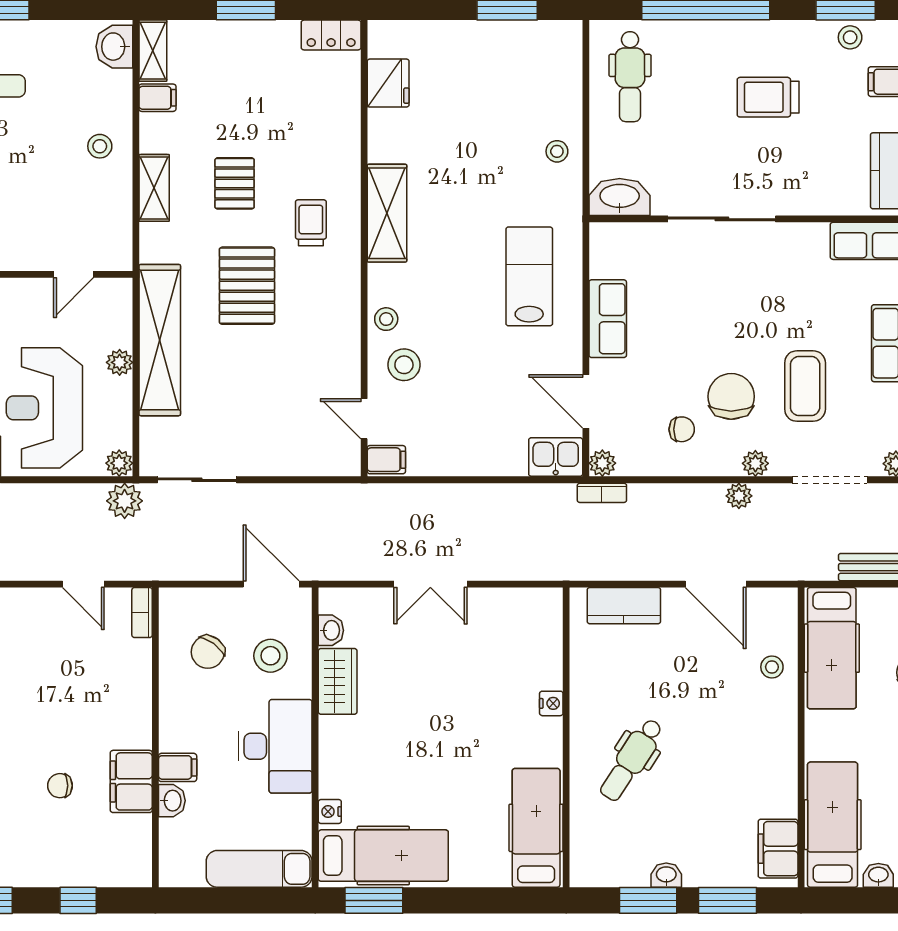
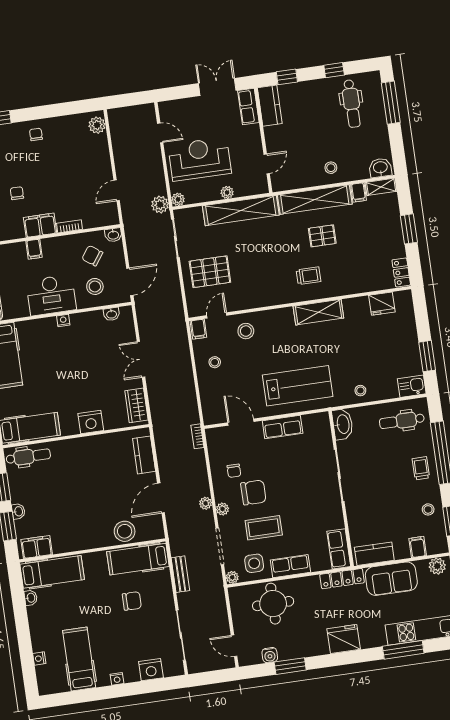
stool: (850, 37) -> (428, 509), moved
trolley: (768, 97) -> (421, 468), moved, width x0.73, depth x0.72
shelving: (154, 188) -> (315, 200), width x2.20, depth x1.33
door: (74, 274) -> (267, 164), swing flipped
lab bench: (529, 276) -> (298, 386), width x1.36, depth x1.39
pallet: (247, 286) -> (210, 272), moved
stool: (386, 319) -> (215, 362), moved
door: (586, 401) -> (241, 422), hinge flipped
side table: (874, 415) -> (254, 563), added
kitchen sink: (556, 457) -> (412, 386), moved, turned -90
plant: (602, 463) -> (212, 434), removed
bookcase: (142, 613) -> (69, 226), moved
stool: (772, 667) -> (125, 531), width x1.89, depth x1.89
wardrobe: (338, 681) -> (136, 405), moved, turned 90
nightstand: (551, 703) -> (91, 422), width x1.89, depth x1.79
dental chair: (631, 760) -> (28, 457), moved, turned 147
filing cabinet: (131, 781) -> (40, 225), moved
washbasin: (172, 801) -> (113, 235), moved
nightstand: (330, 812) -> (63, 321), moved
washbasin: (666, 875) -> (18, 511), moved

